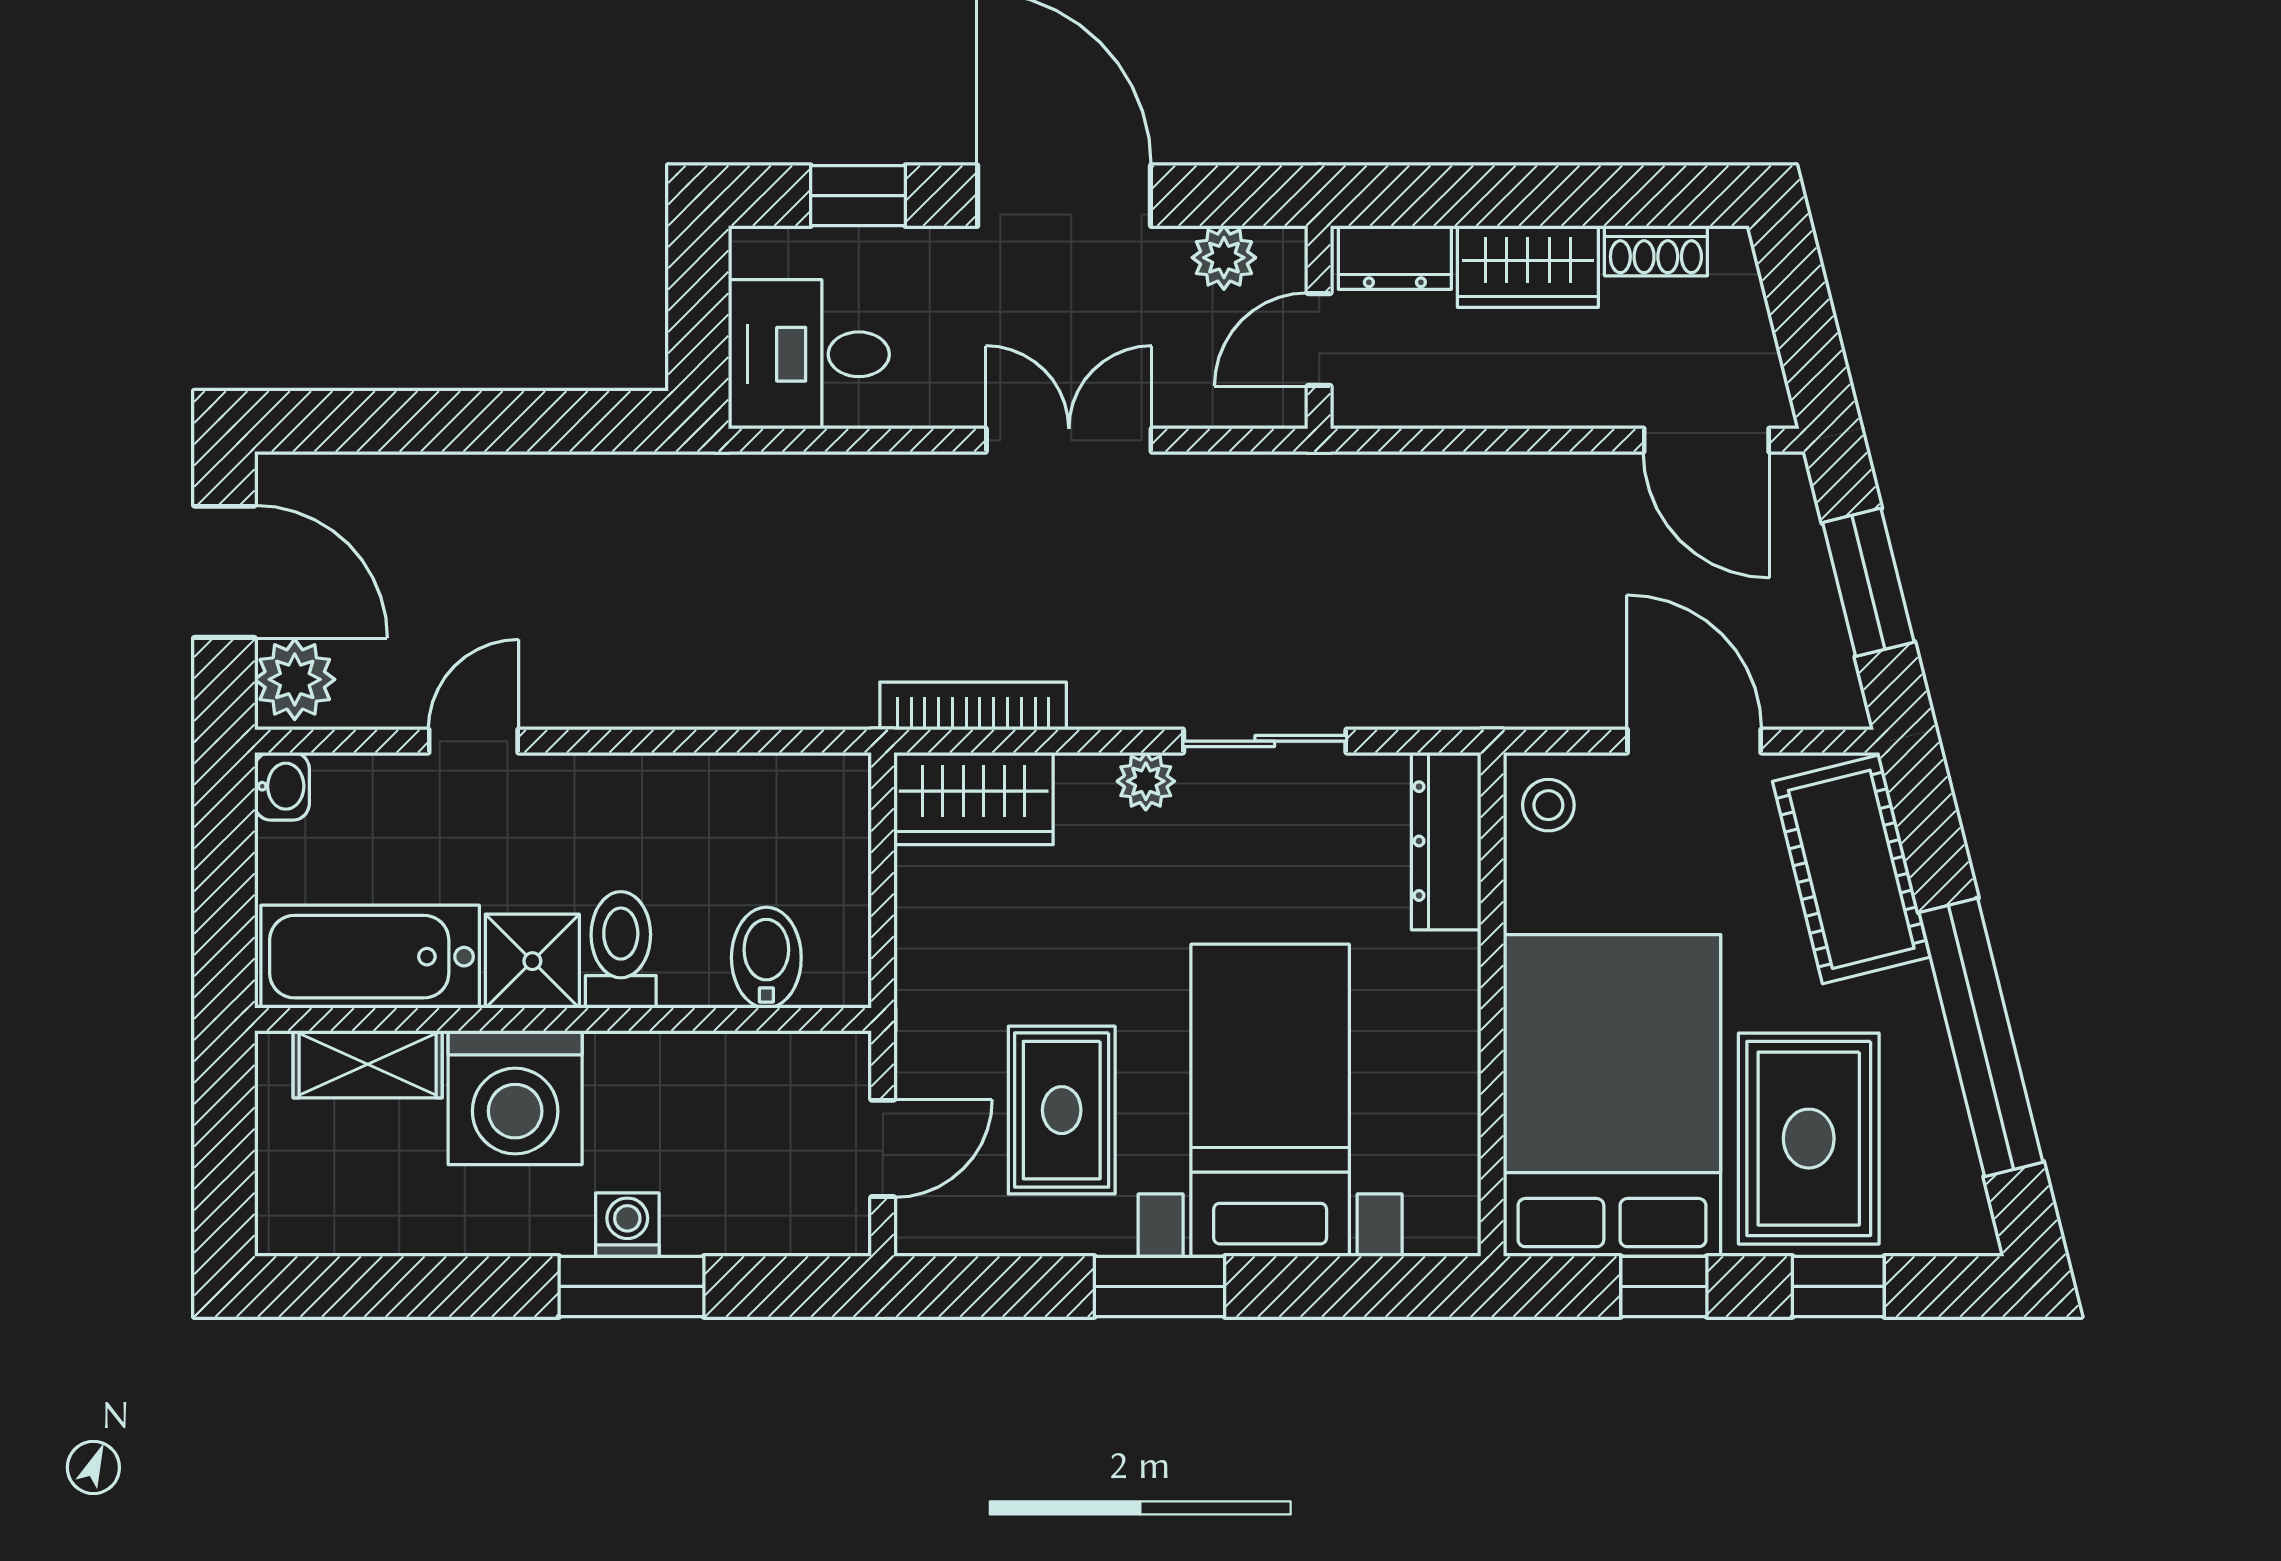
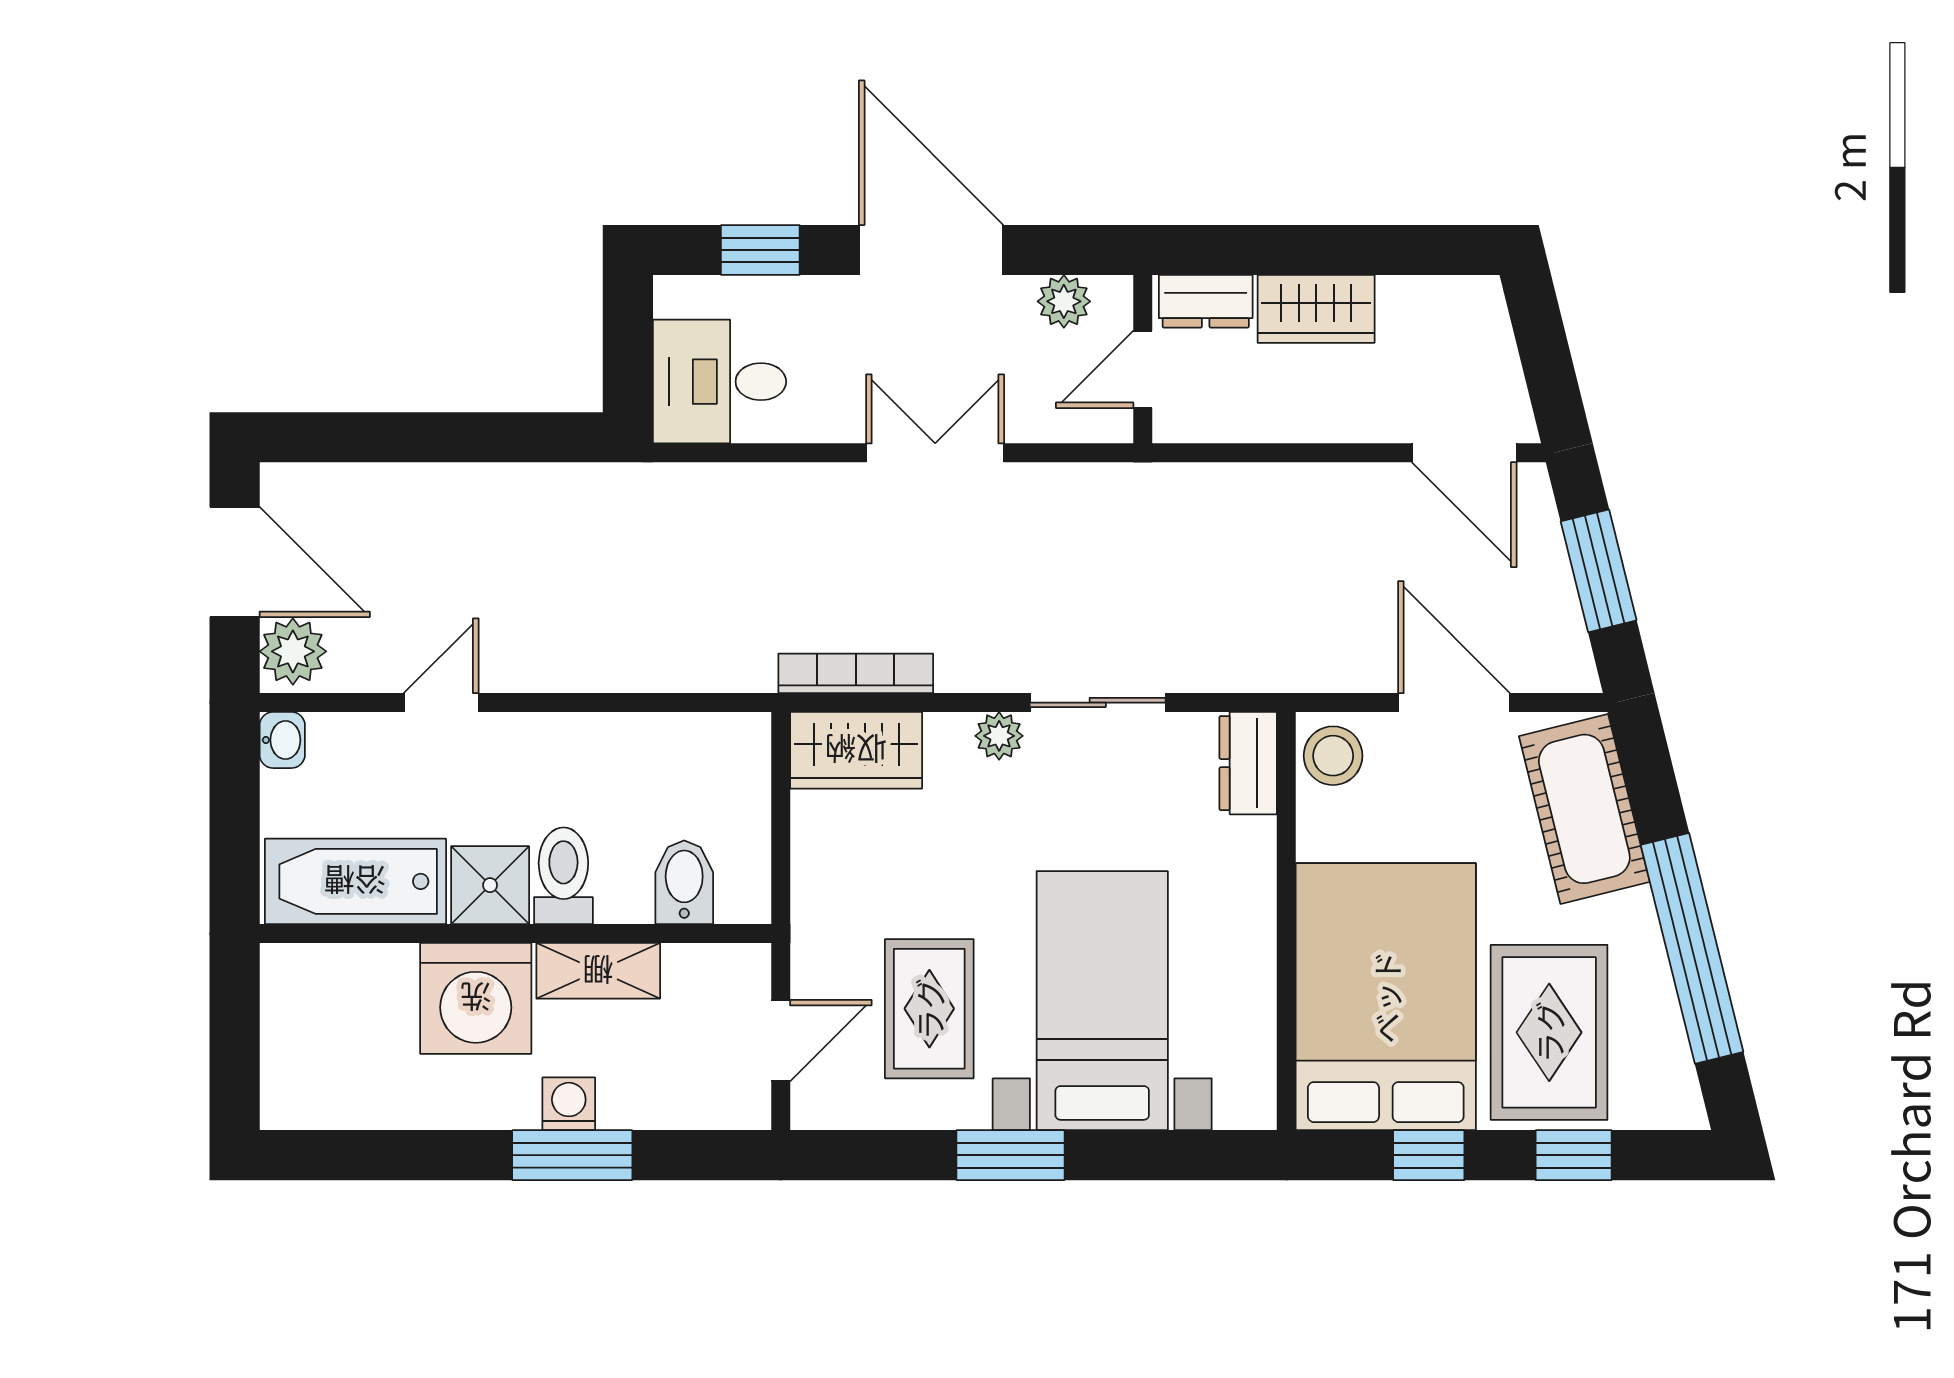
shoe rack: (1656, 251) -> (1422, 296), removed
stool: (1548, 805) -> (1333, 756), width x1.37, depth x1.37
dresser: (1446, 841) -> (1248, 763), width x0.70
shelving: (368, 1064) -> (598, 971), moved

